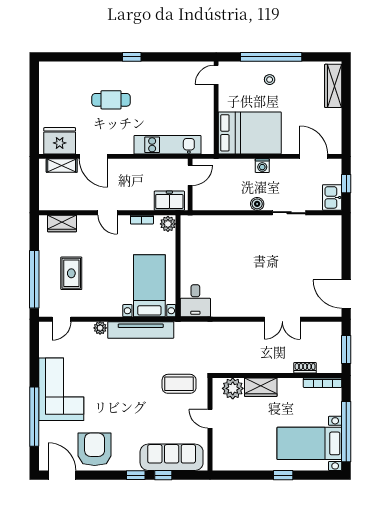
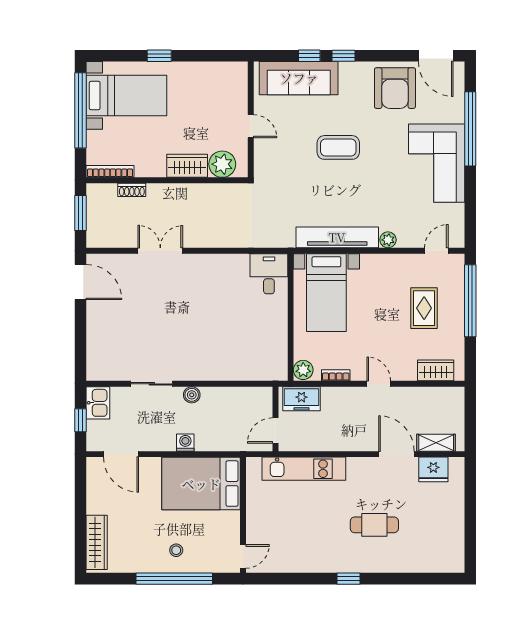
fridge: (60, 141) -> (433, 469), width x0.73, depth x0.75
coffee table: (179, 384) -> (338, 147), moved

